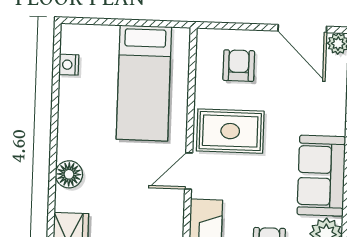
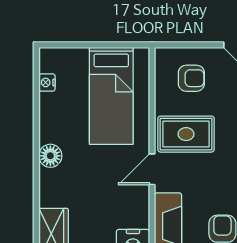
armchair: (239, 66) -> (191, 78), turned 90
floor lamp: (69, 174) -> (50, 156), moved

